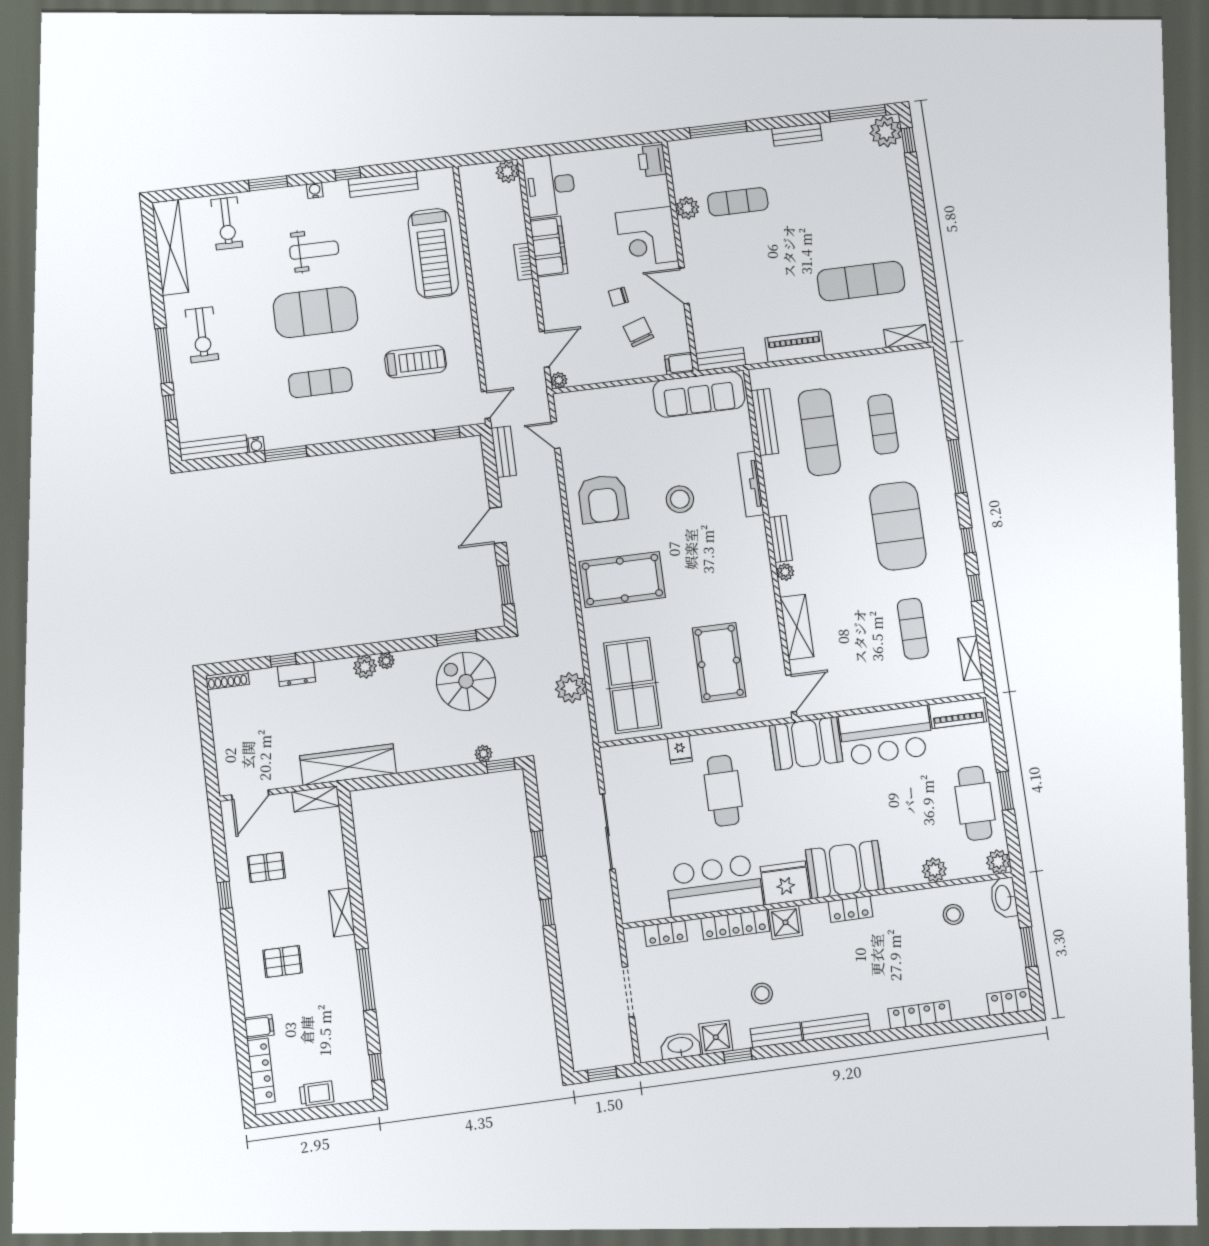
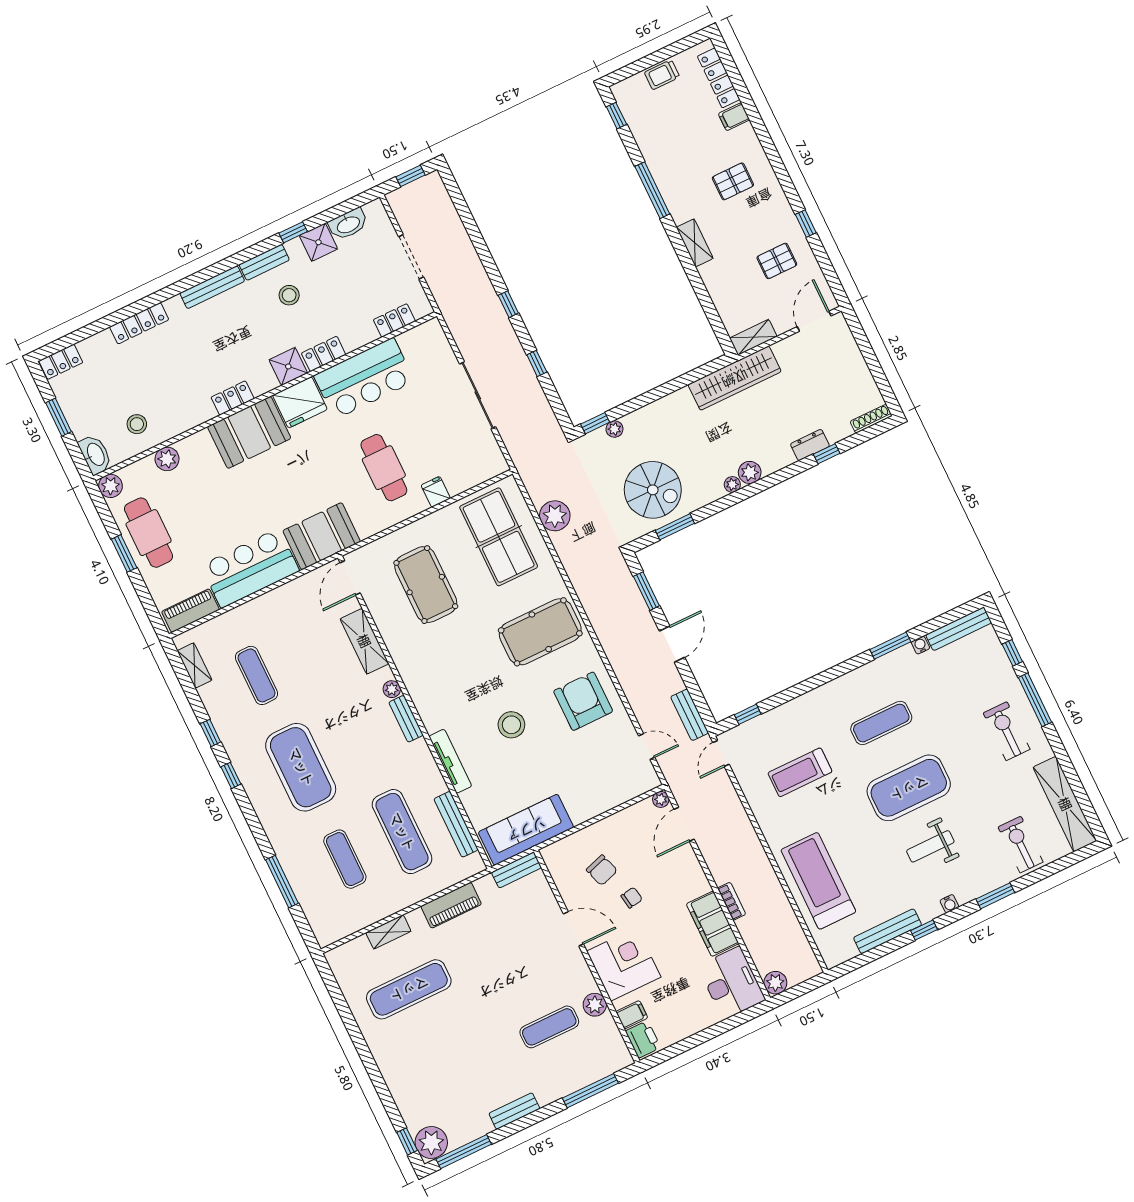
shelving: (906, 336) -> (388, 932), moved
filing cabinet: (679, 364) -> (632, 1015), moved
window: (957, 466) -> (282, 882), moved
locker: (735, 925) -> (324, 354), width x0.66

